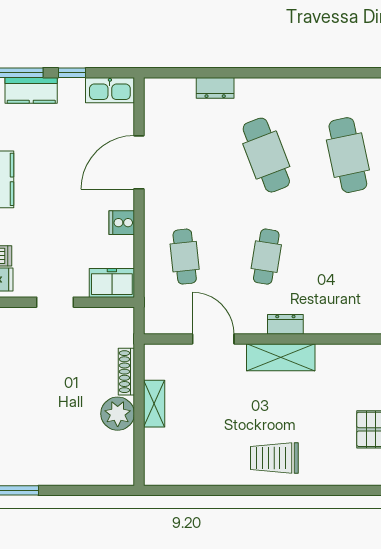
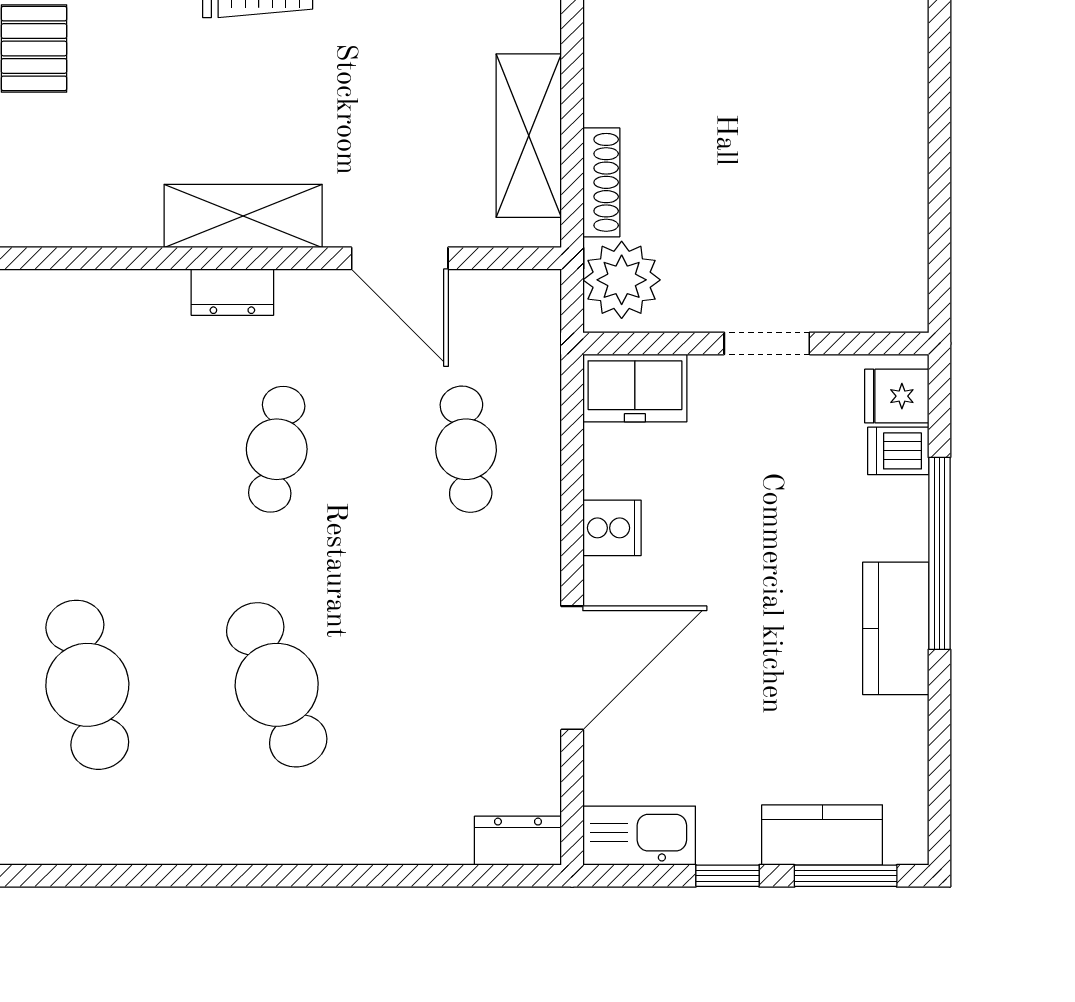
dresser: (215, 88) -> (518, 841), moved
shelving: (154, 404) -> (529, 136), width x1.50, depth x1.33
plant: (118, 414) -> (622, 280), moved

